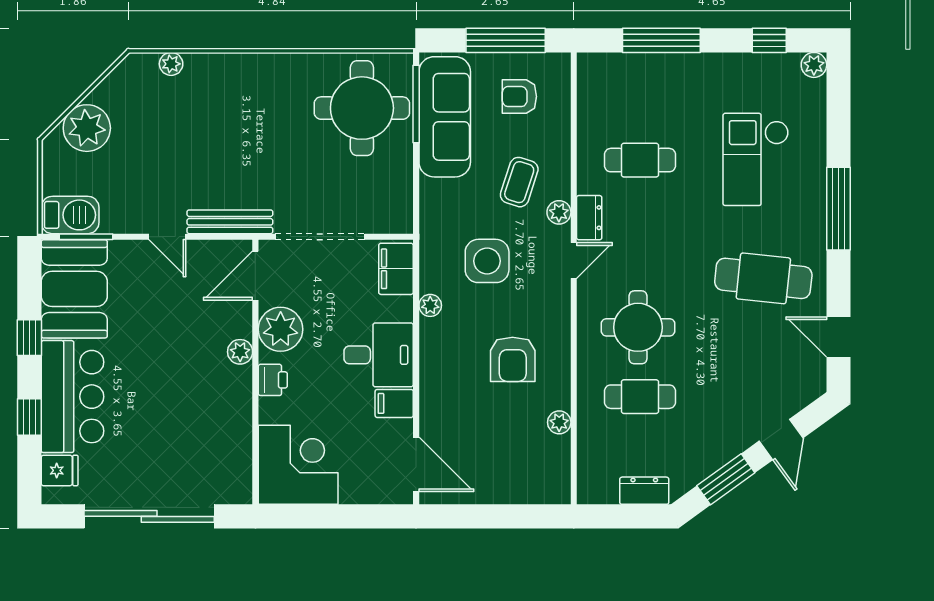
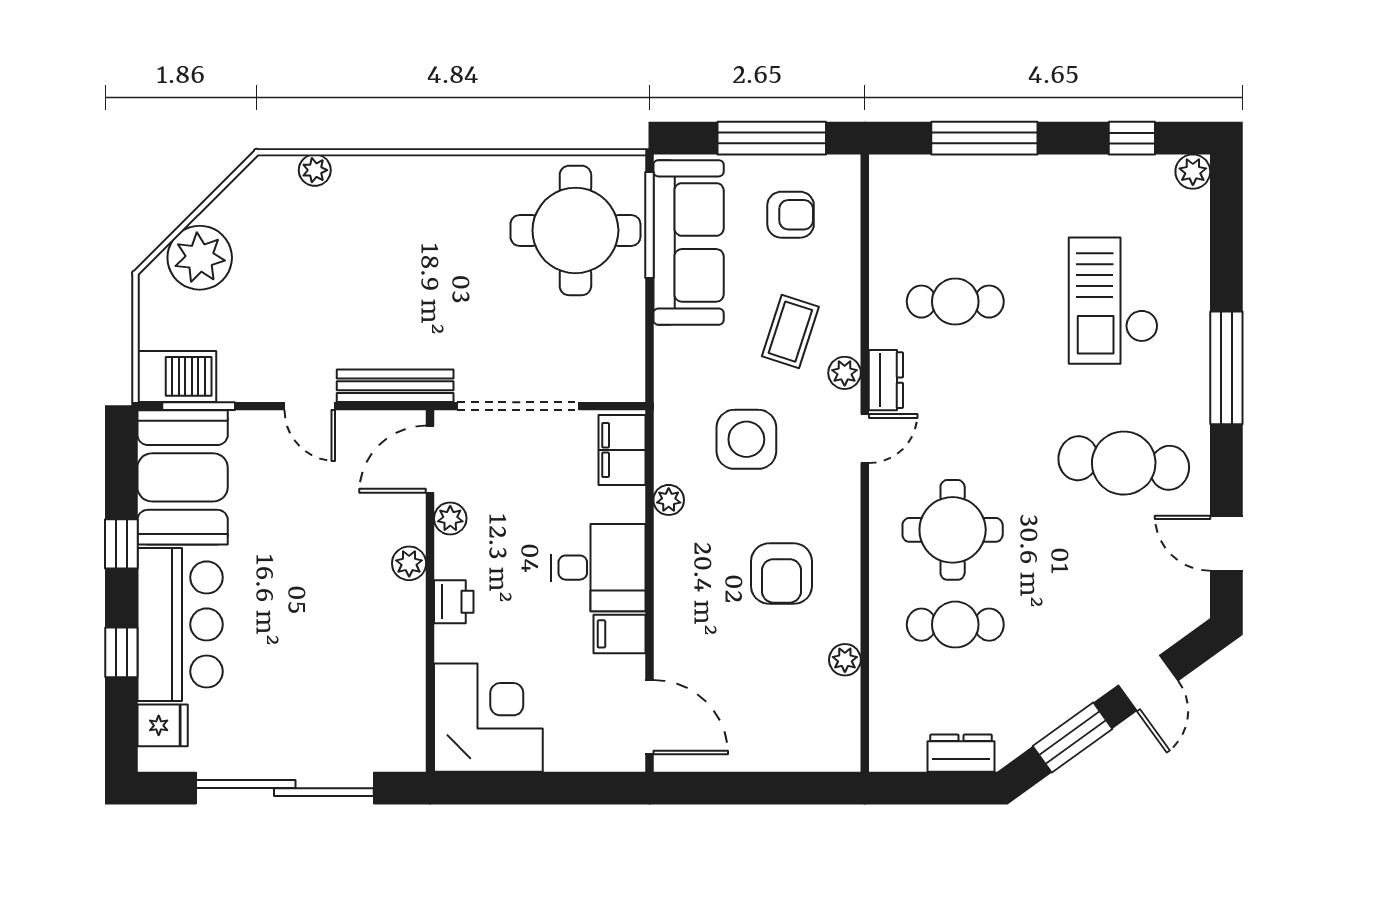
armchair: (519, 97) -> (791, 215), turned 180
plant: (281, 329) -> (450, 518), width x0.53, depth x0.53

